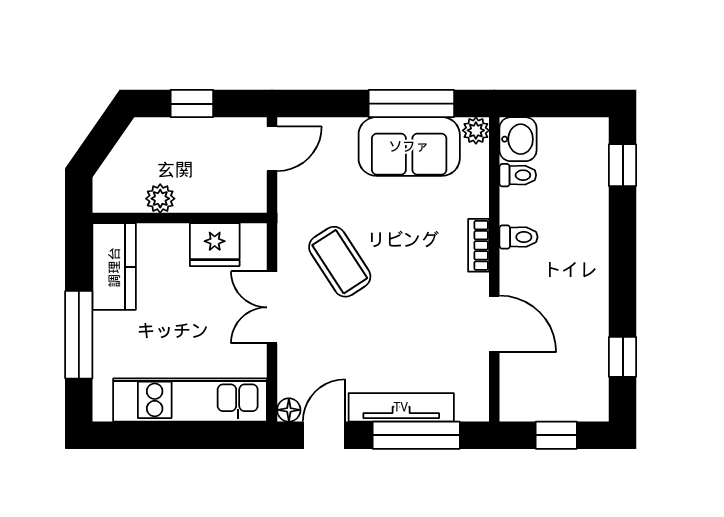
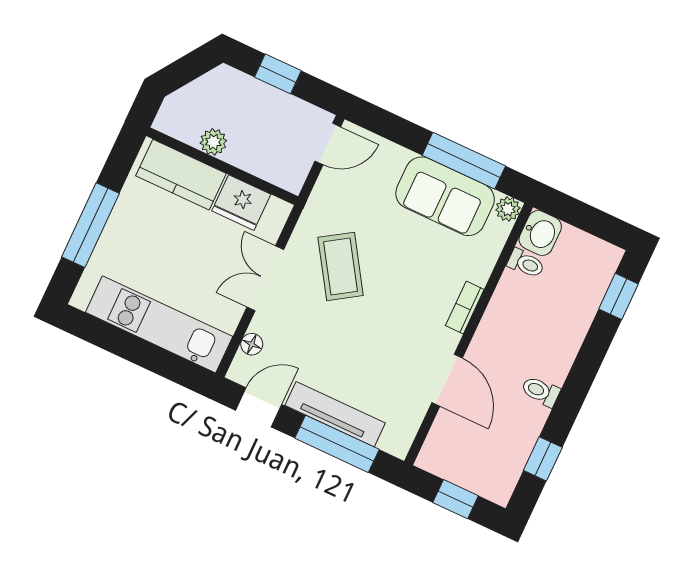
toilet: (519, 237) -> (541, 391), moved, turned 180
kitchen counter: (114, 267) -> (181, 175), moved, turned 90
floor lamp: (289, 410) -> (252, 344), moved

